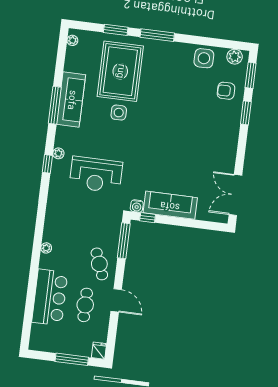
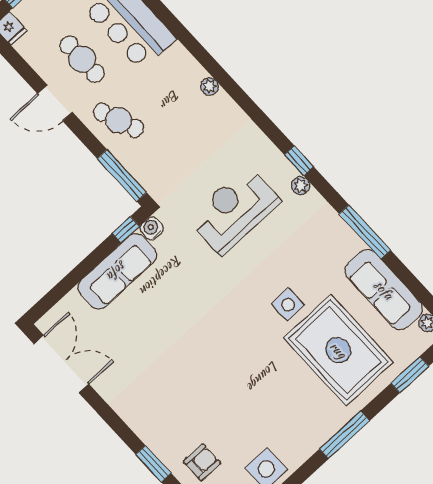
window: (116, 30) -> (410, 375), moved
sofa: (71, 100) -> (384, 290), moved
plant: (46, 248) -> (210, 86), moved

